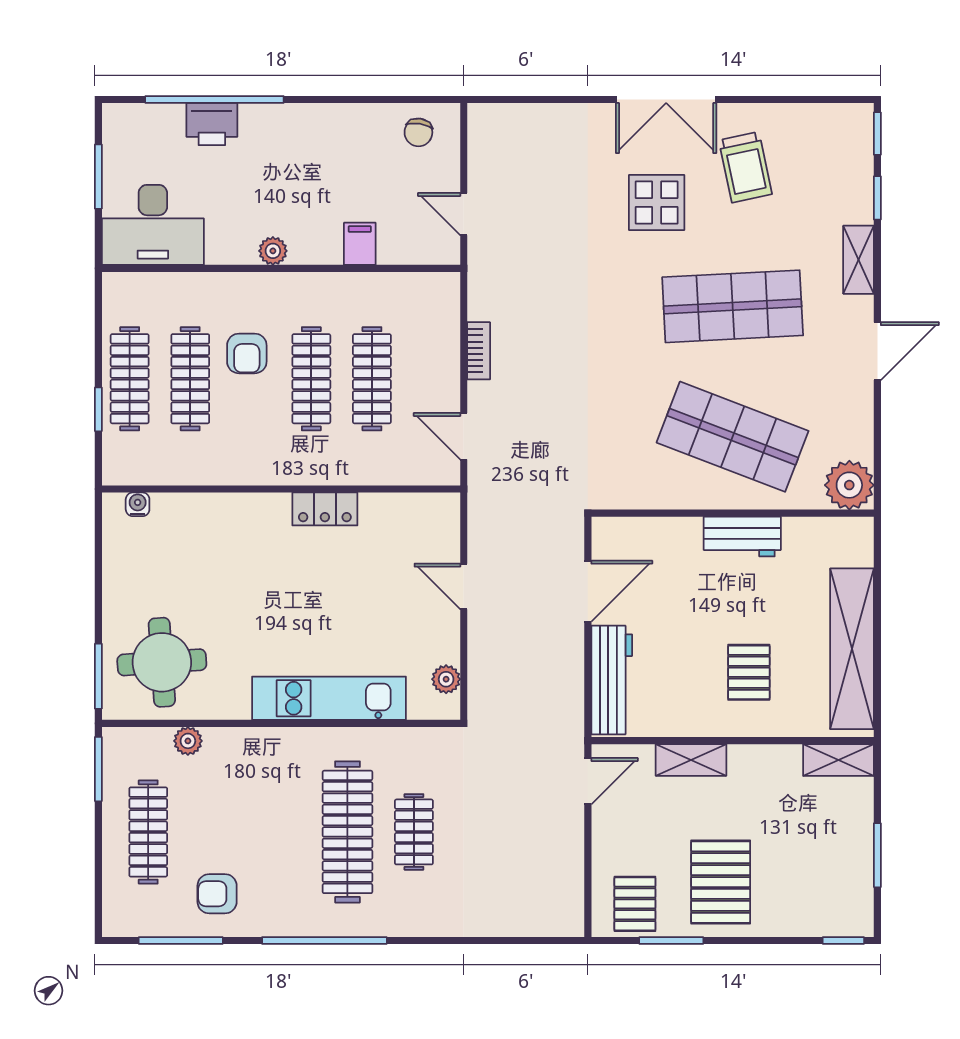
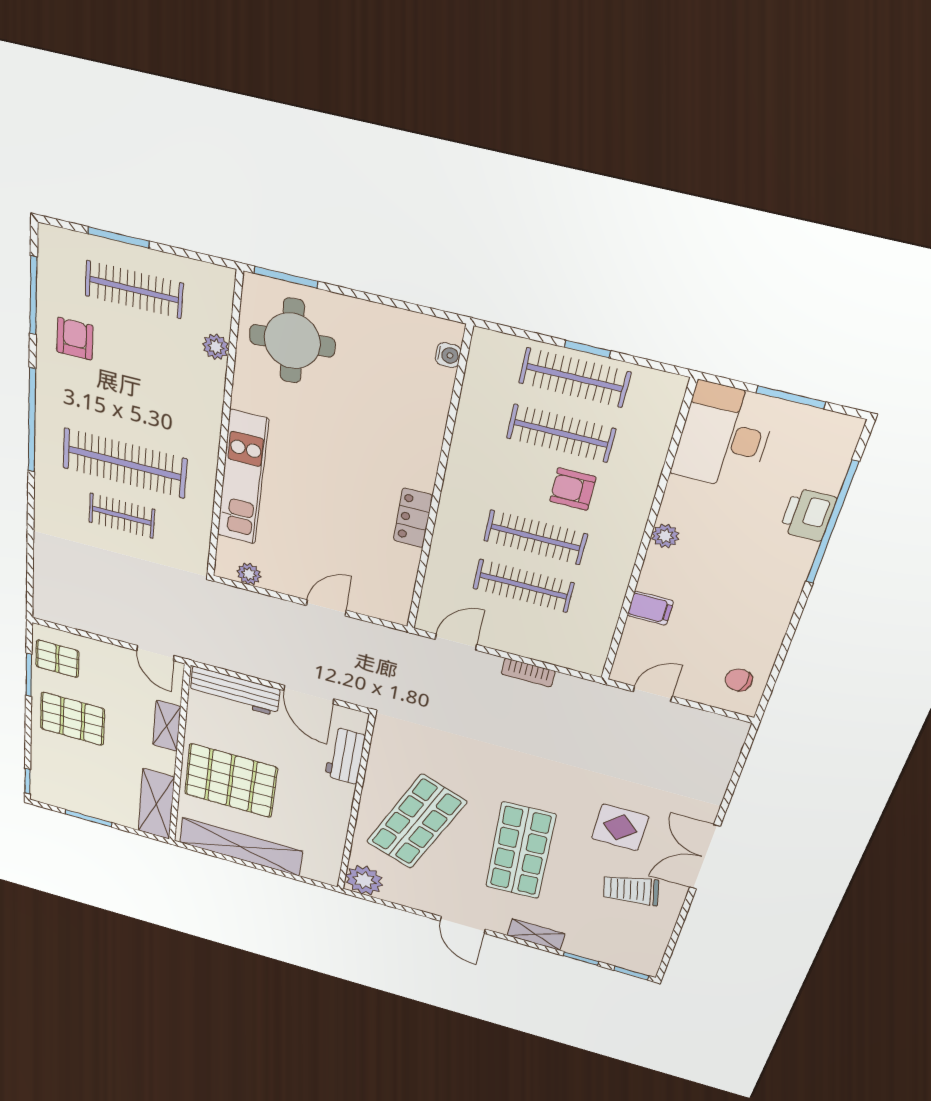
window: (98, 409) -> (587, 349), moved
workbench: (742, 536) -> (345, 756), moved
pallet: (749, 672) -> (231, 781), width x2.05, depth x2.00
shelving: (838, 760) -> (156, 804), width x1.50, depth x1.33
window: (98, 769) -> (119, 237), moved

